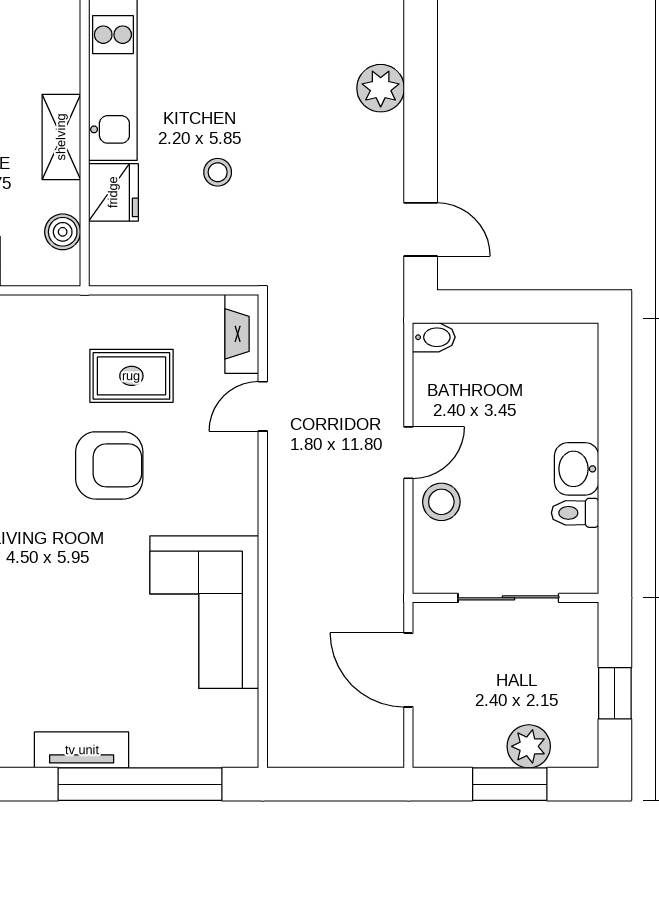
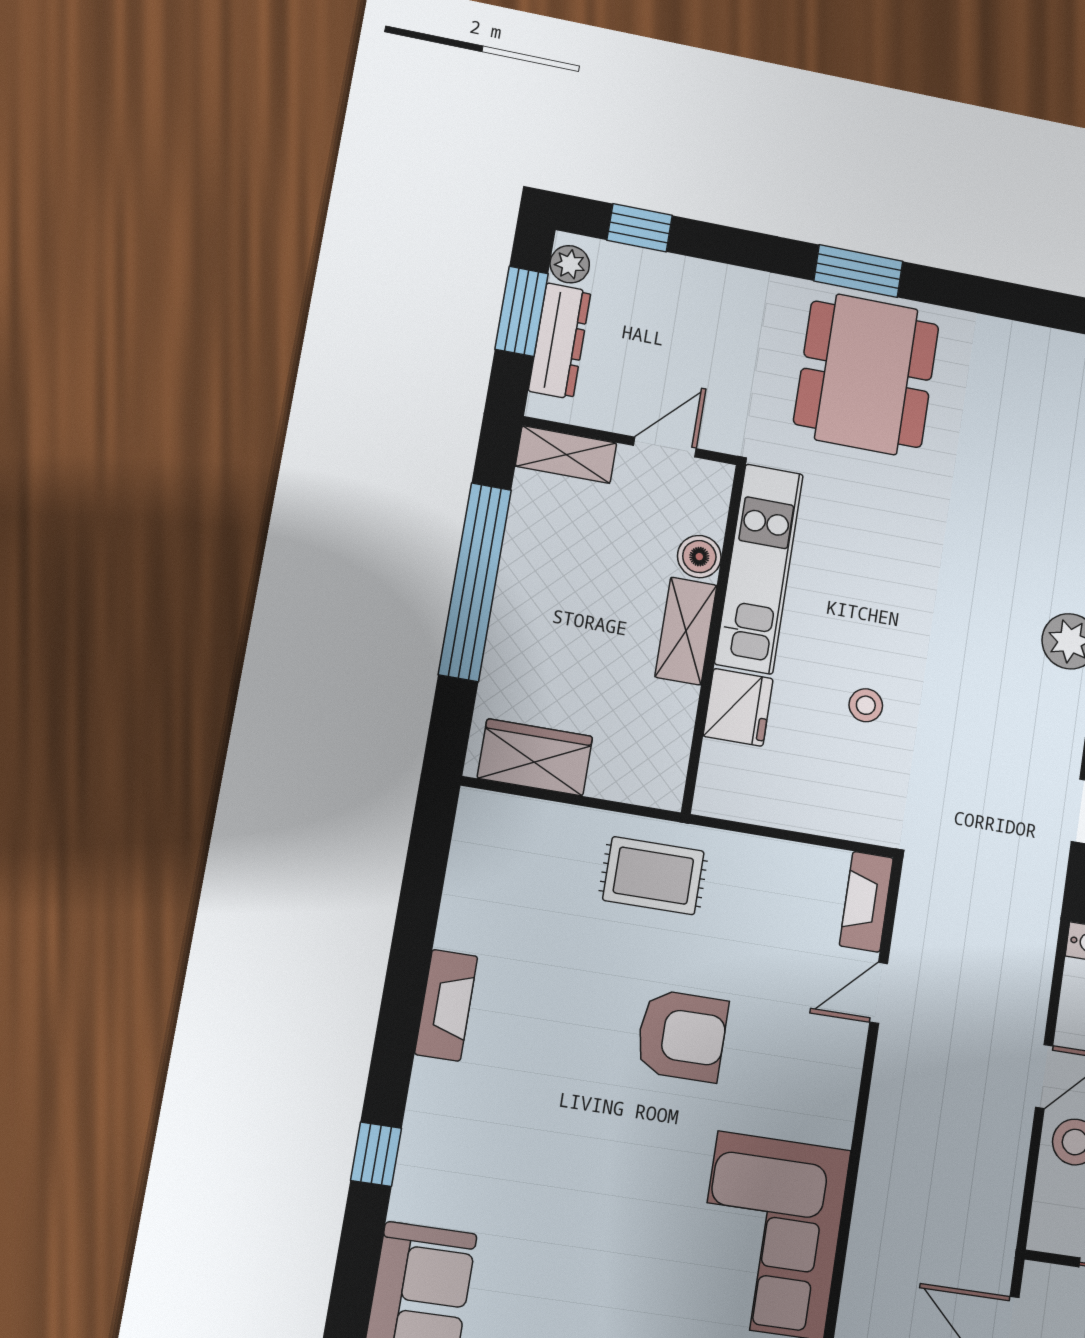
boiler: (63, 232) -> (699, 557), moved
rug: (131, 376) -> (653, 876), moved

